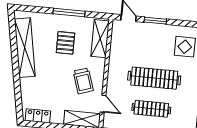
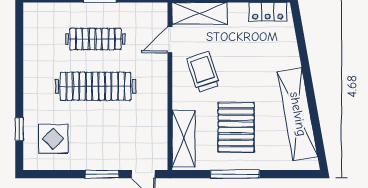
pallet: (65, 43) -> (236, 127), width x1.50, depth x1.42
door: (103, 104) -> (170, 40), hinge flipped

